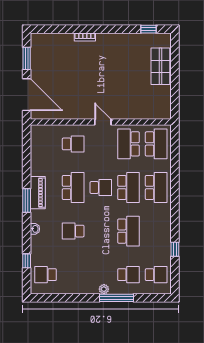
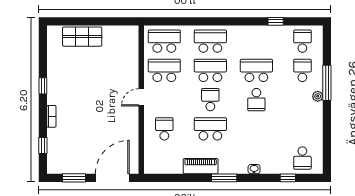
window: (57, 29) -> (43, 146), added
window: (148, 29) -> (43, 86), moved
school desk: (128, 144) -> (164, 70), turned 180
piano: (38, 193) -> (201, 166), moved
school desk: (73, 231) -> (256, 100), moved

